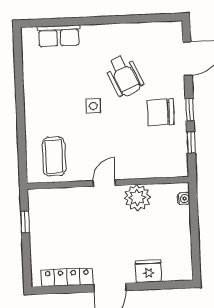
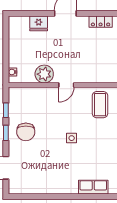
wheelchair: (124, 76) -> (49, 158), removed
chair: (161, 112) -> (26, 132), turned 90
locker: (67, 277) -> (101, 22), width x0.66

